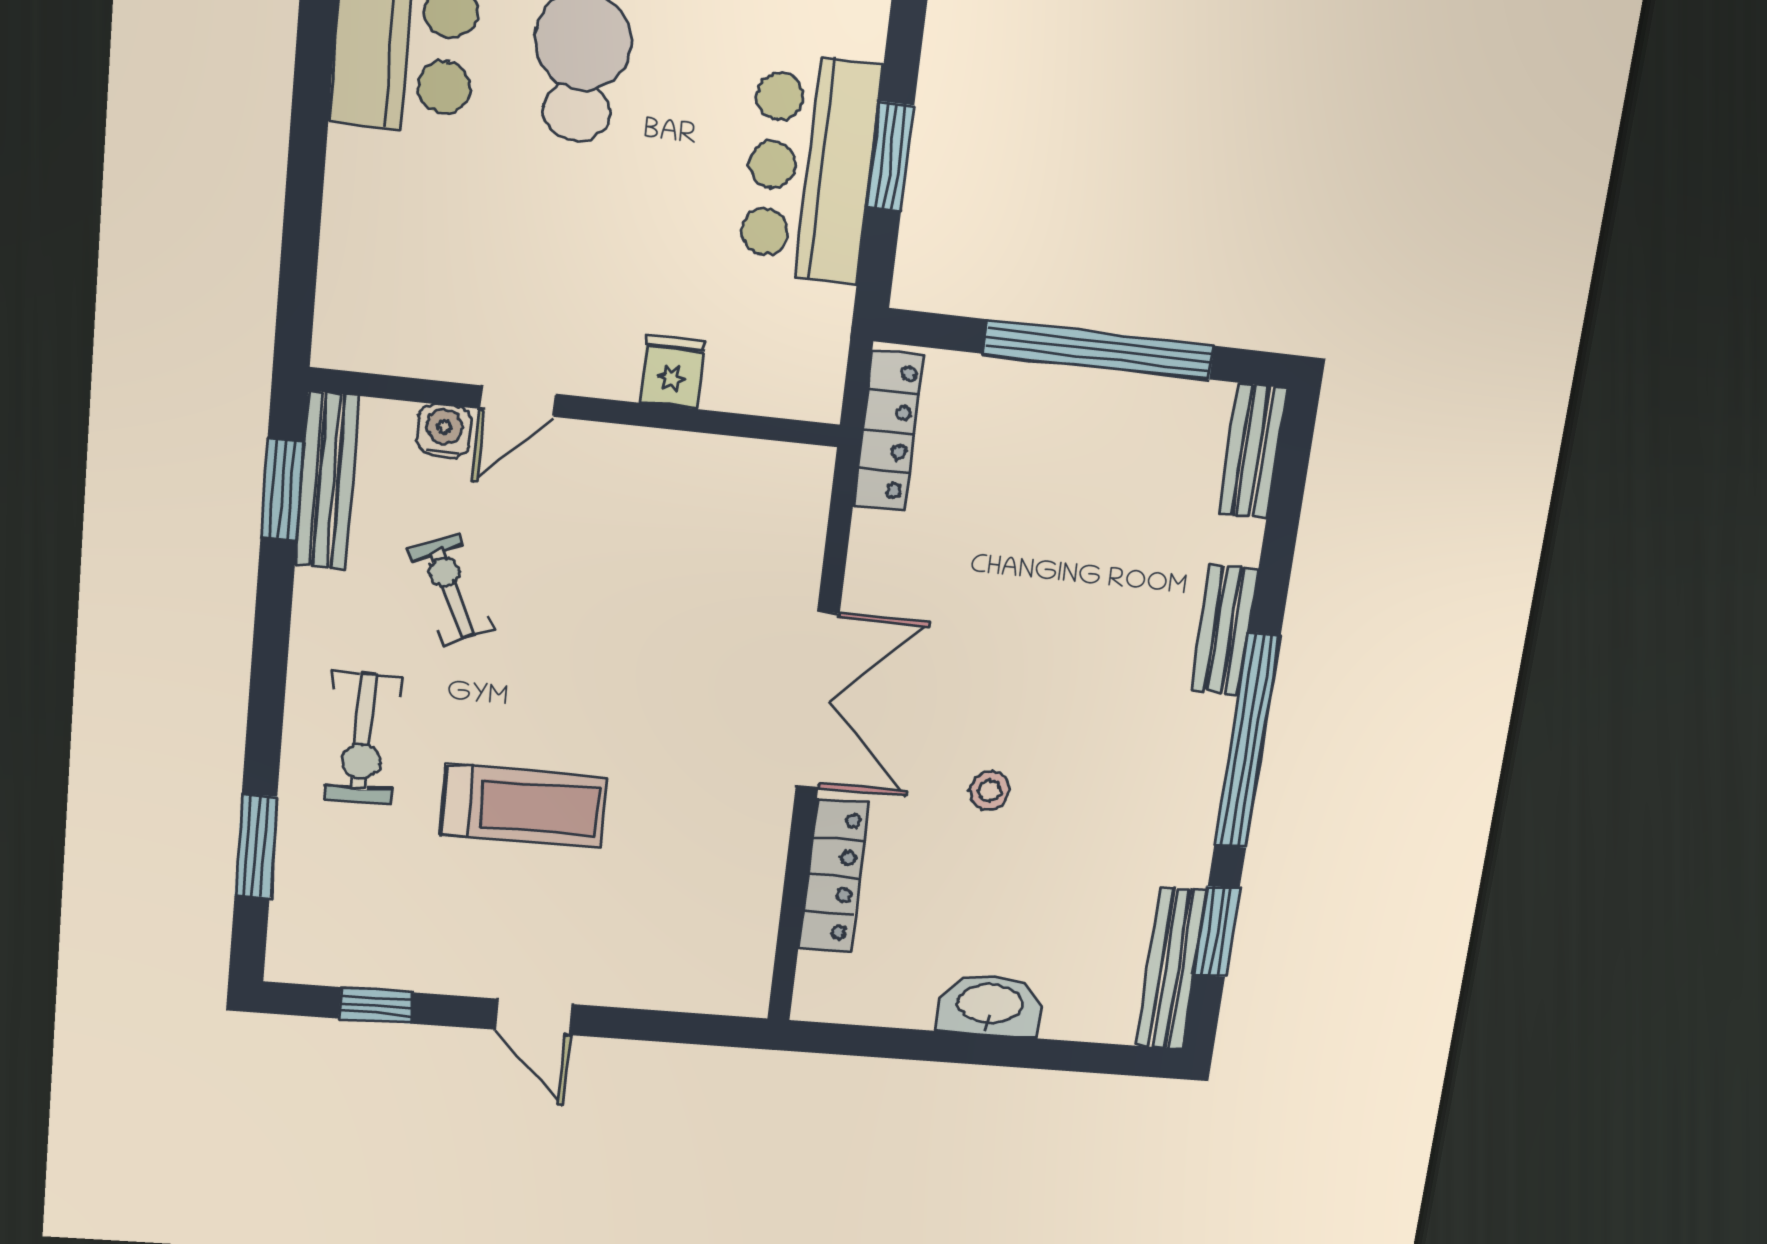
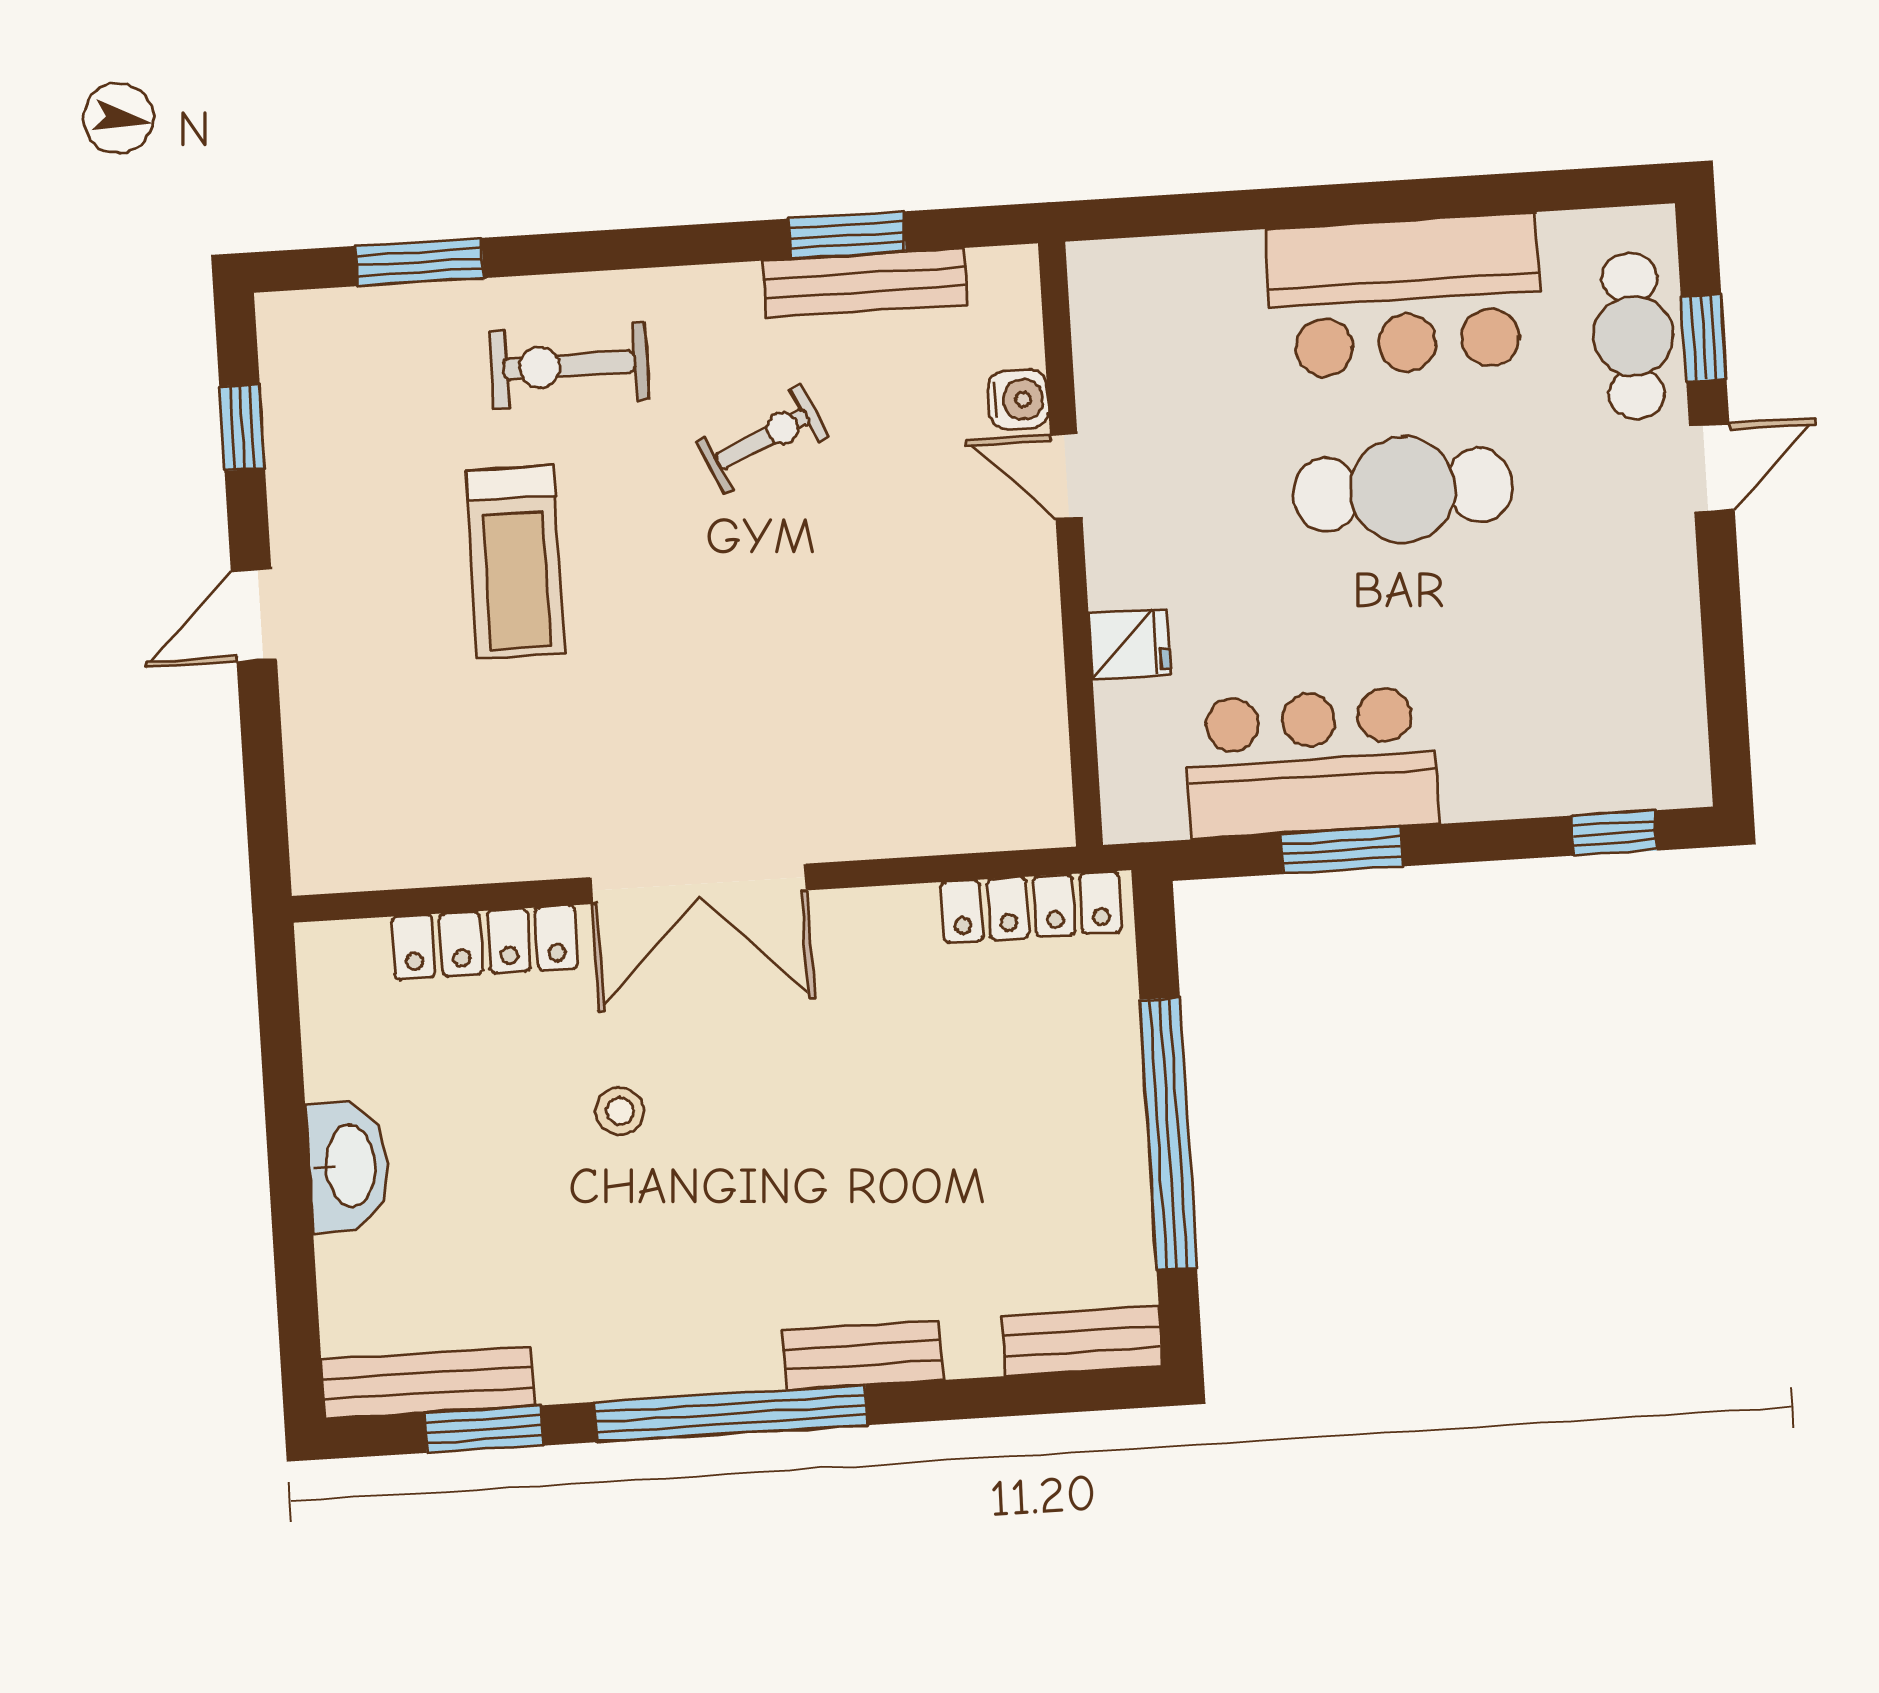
fridge: (672, 372) -> (1130, 644), moved
door: (518, 401) -> (1066, 476), moved
wall: (578, 408) -> (1071, 544), moved
water cooler: (444, 431) -> (1018, 399), moved

